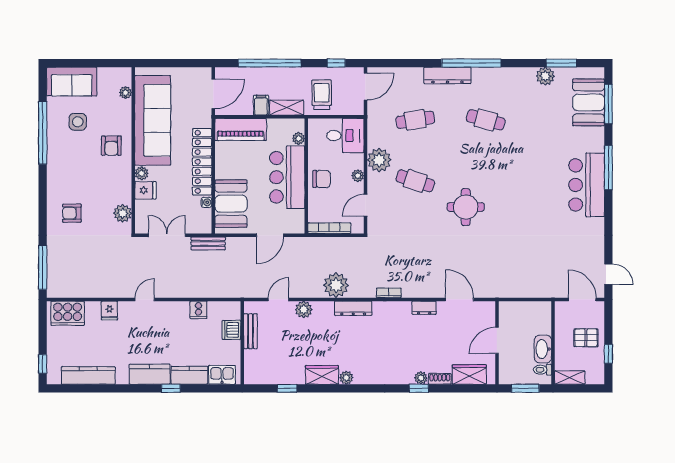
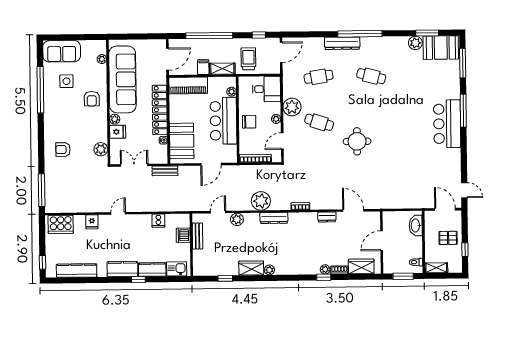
booth: (589, 102) -> (441, 48), moved, turned 90
washbasin: (543, 349) -> (416, 226), moved

